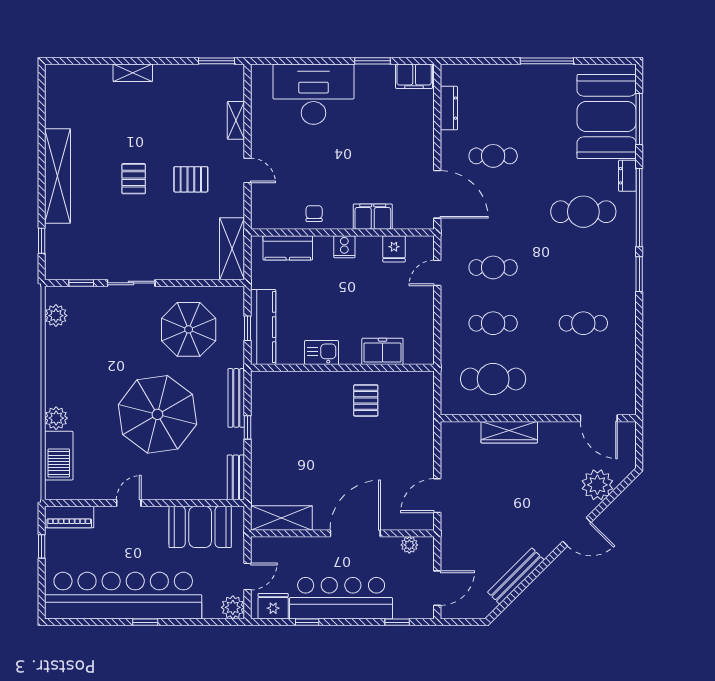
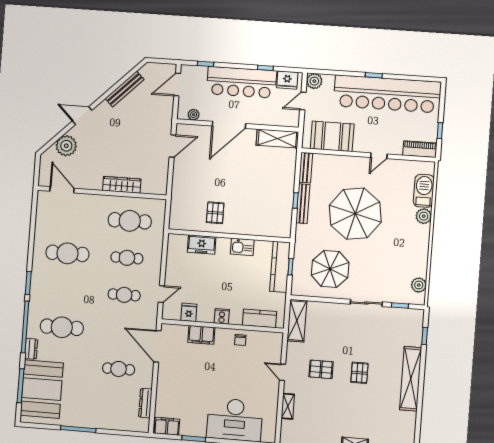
cafe table: (583, 323) -> (67, 253), width x1.37, depth x1.35
bench: (236, 398) -> (303, 204), moved

